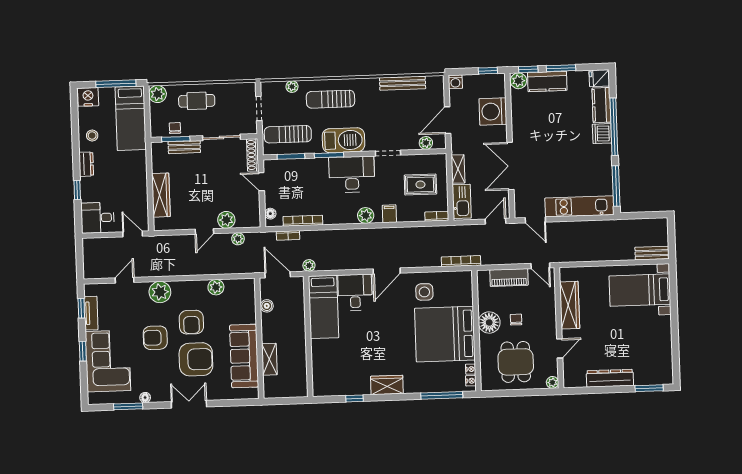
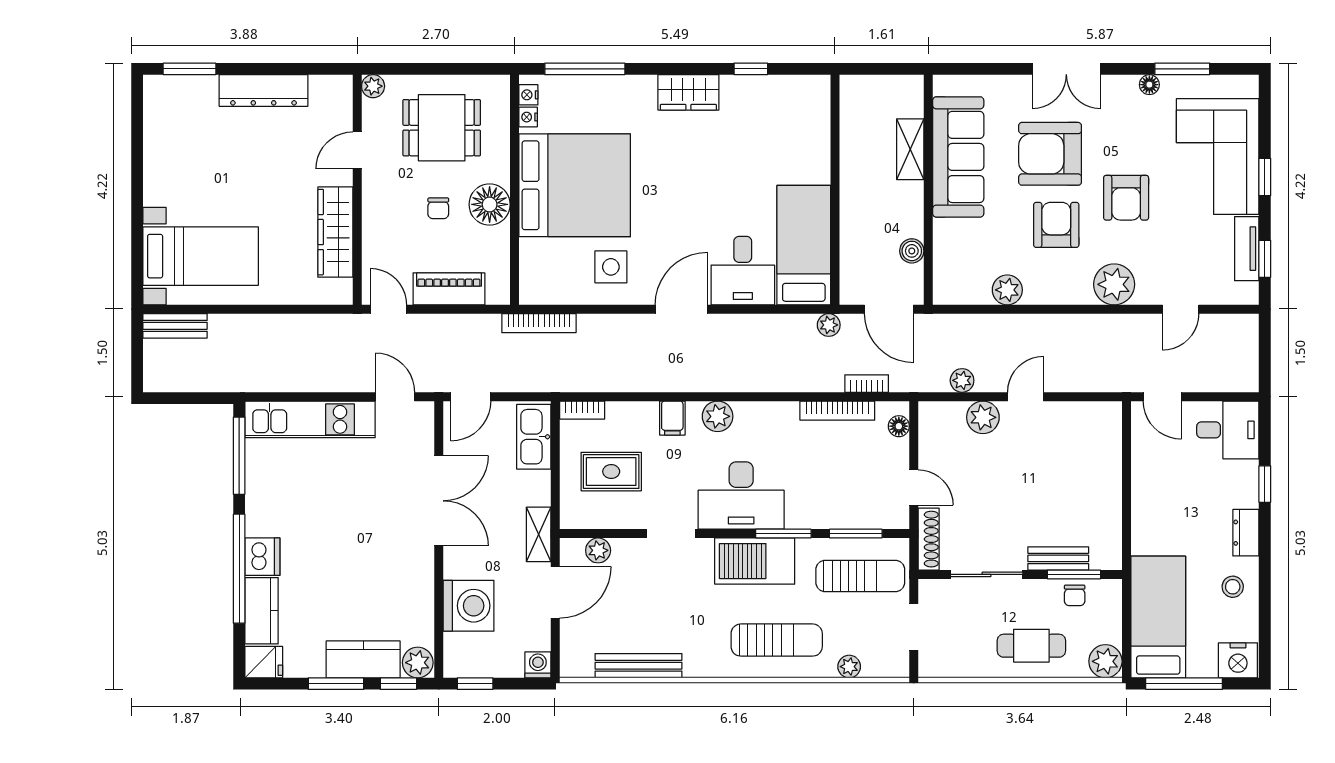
shelving: (458, 169) -> (539, 534), moved
wardrobe: (161, 195) -> (1106, 469), removed
armchair: (155, 338) -> (1126, 198), turned 90
dining table: (516, 362) -> (442, 128), turned 90

